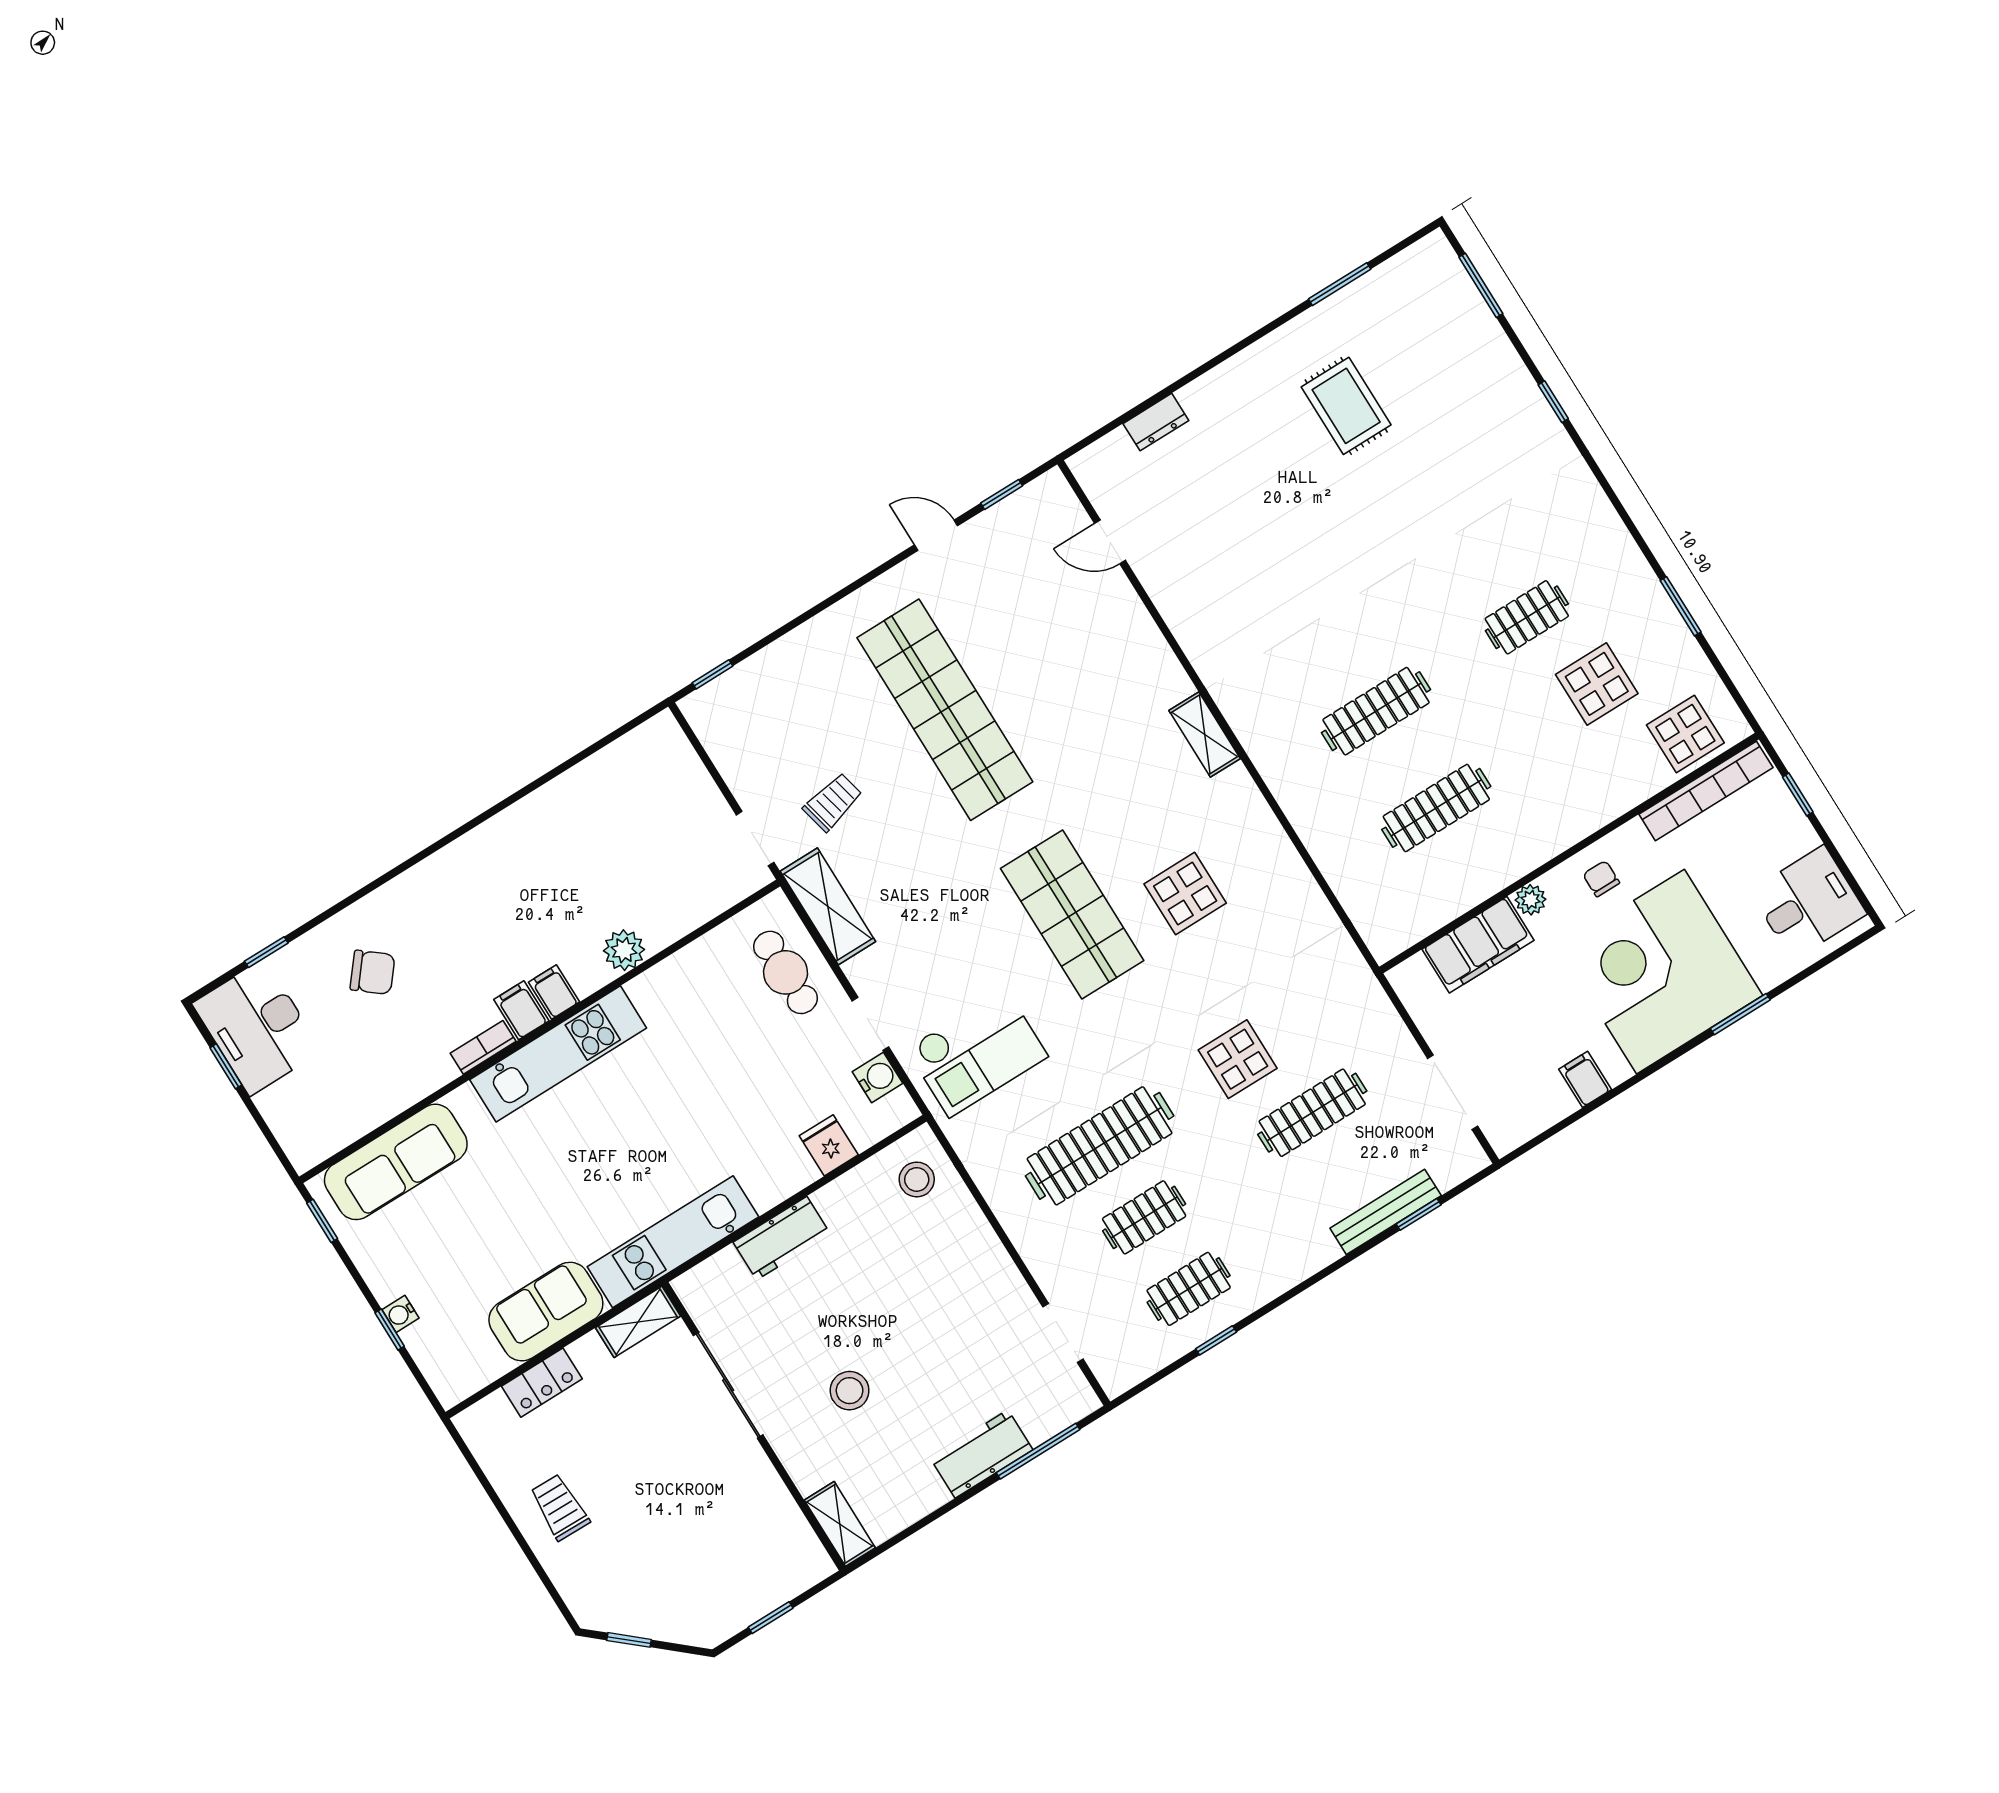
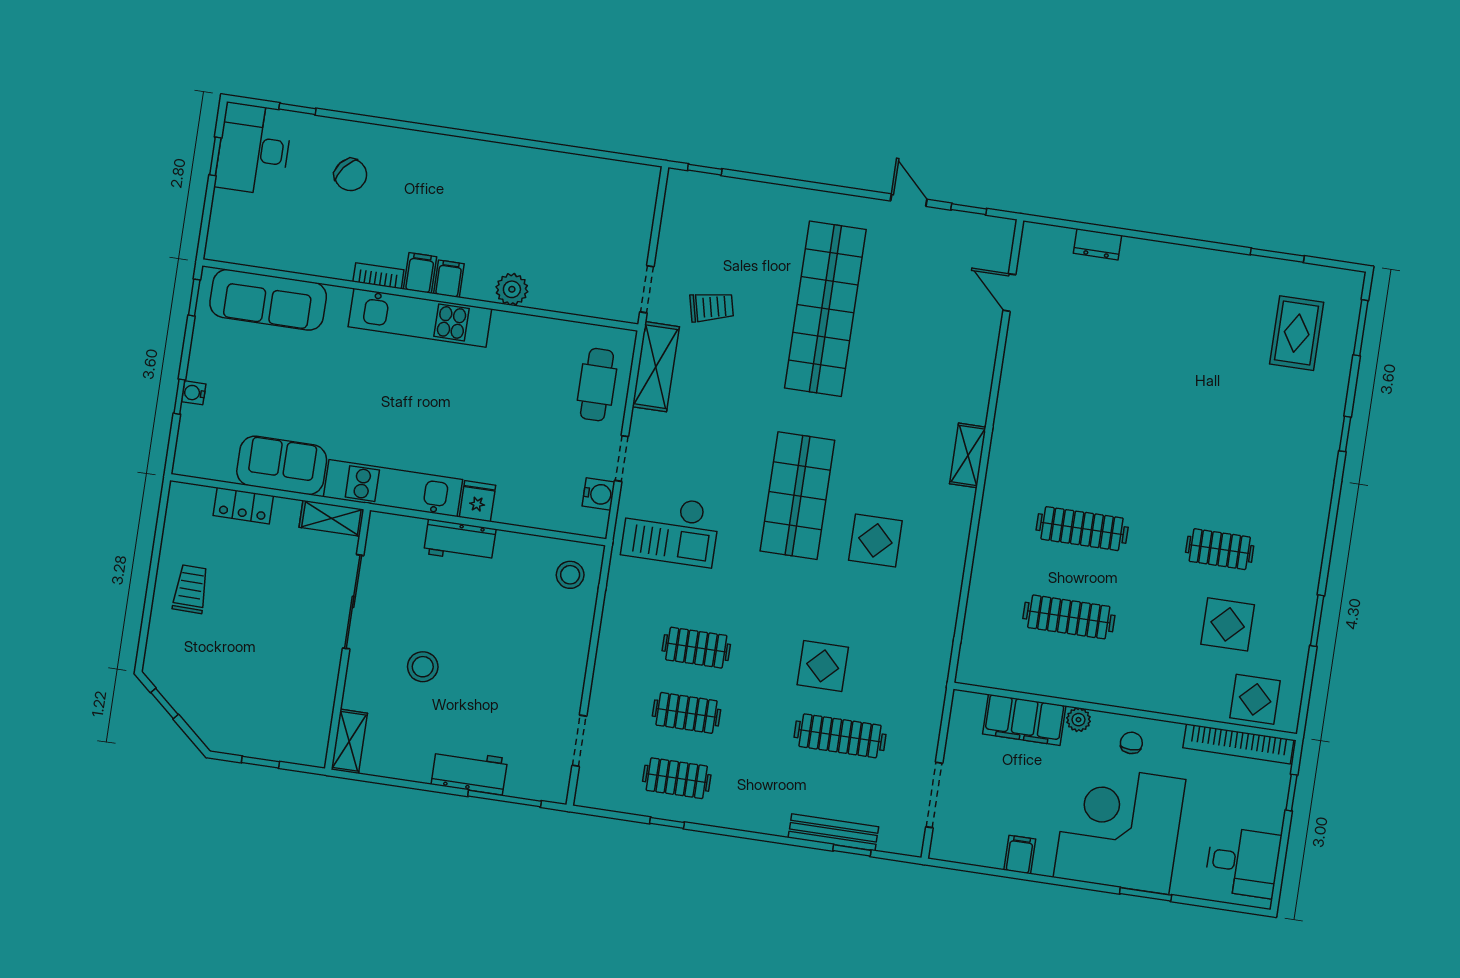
rug: (1346, 406) -> (1297, 333), moved
fridge: (829, 1145) -> (478, 501), moved
clothes rail: (1100, 1146) -> (696, 648), width x0.54, depth x0.76

